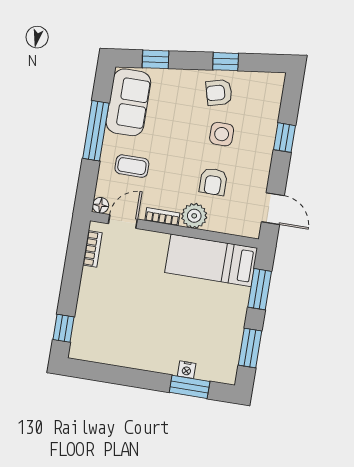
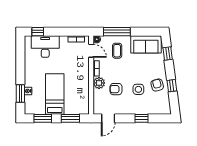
window: (96, 131) -> (117, 32), moved
bed: (211, 260) -> (55, 94), moved
desk: (98, 318) -> (45, 47), added

